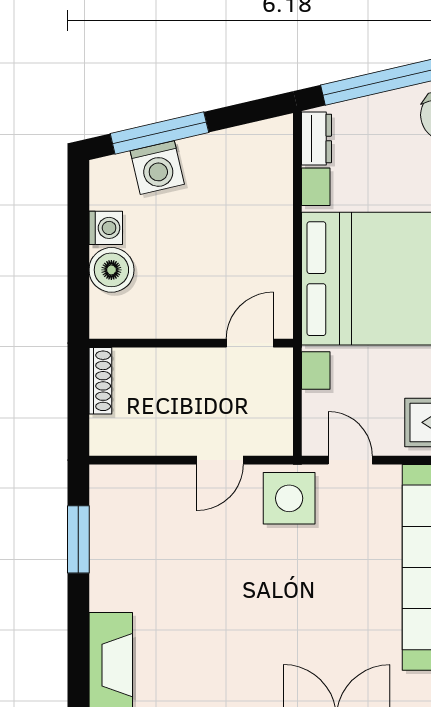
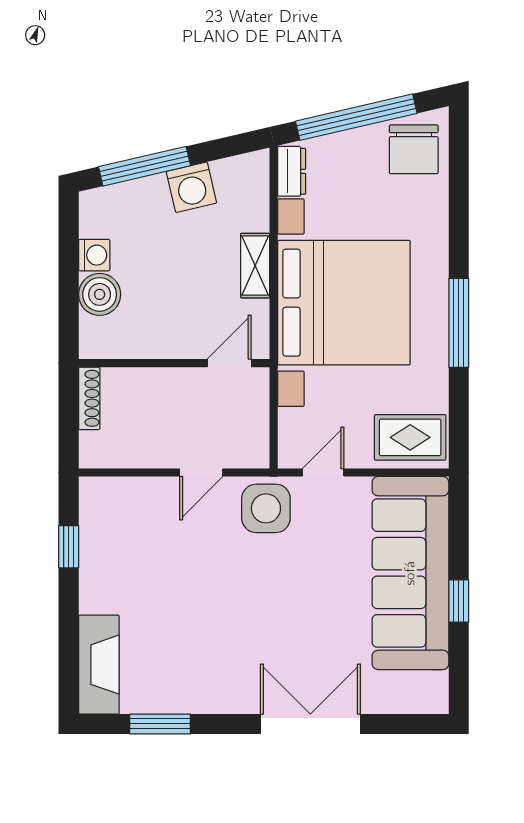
washing machine: (157, 168) -> (191, 187), moved
shelving: (278, 239) -> (255, 266), added
door: (350, 460) -> (323, 473), hinge flipped
window: (78, 539) -> (69, 547), width x0.67

